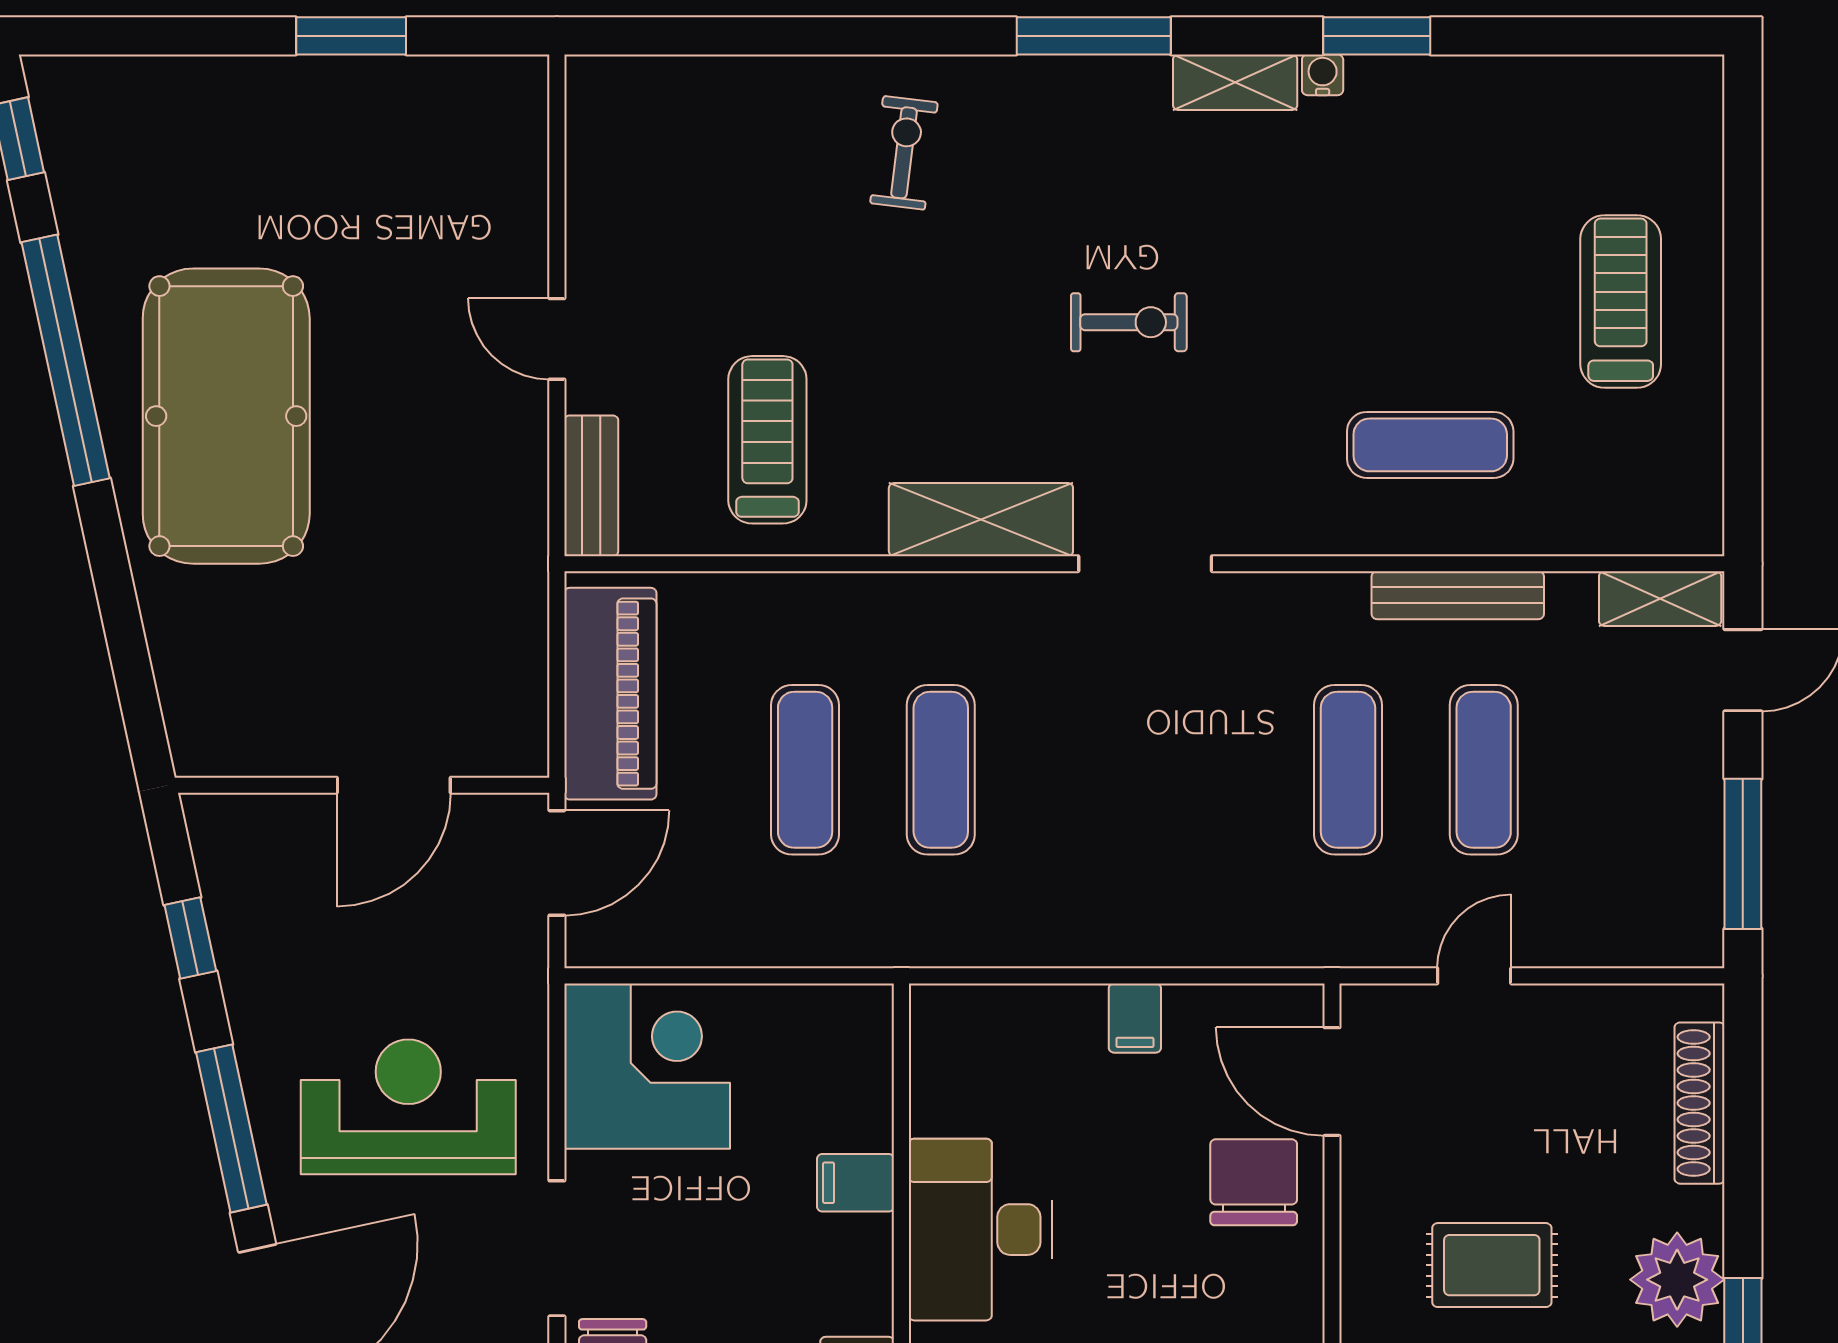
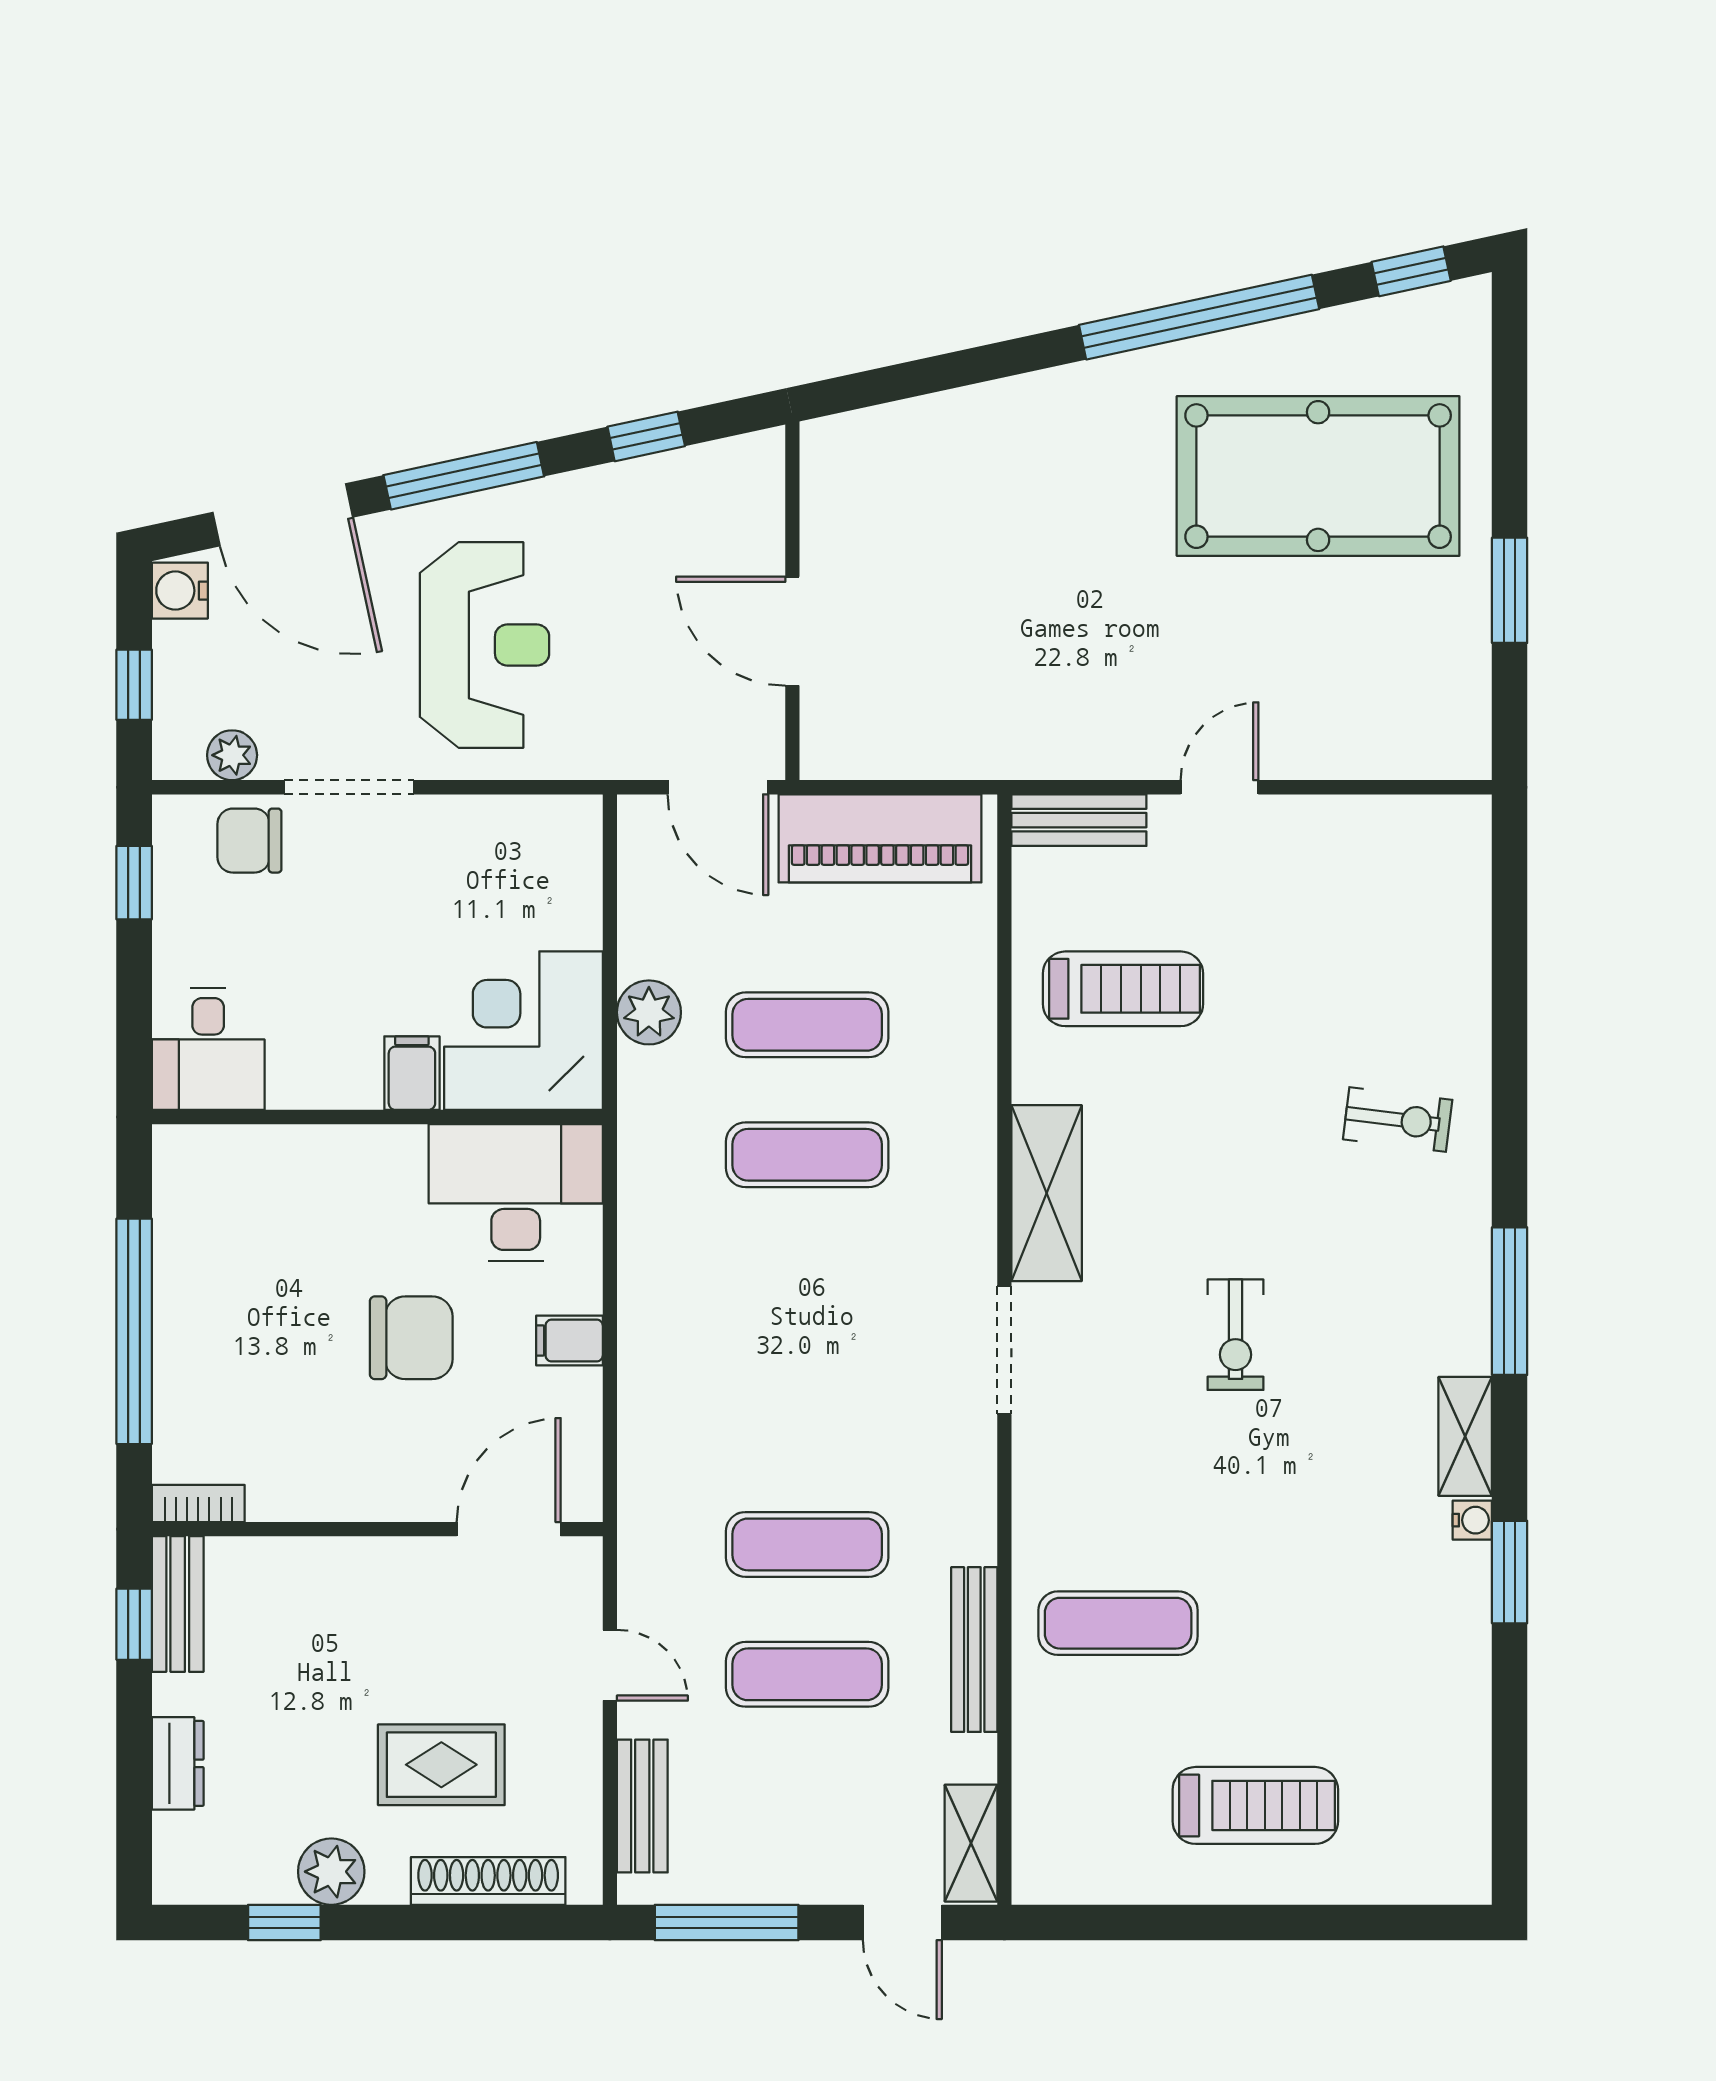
pool table: (226, 416) -> (1318, 476), moved
exercise mat: (1430, 445) -> (1118, 1623), turned 90
plant: (792, 935) -> (649, 1012), added
bench: (1621, 942) -> (642, 1806), added
corner desk: (647, 1066) -> (524, 1031), moved, turned 180
chair: (1254, 1182) -> (411, 1338), moved
desk: (980, 1230) -> (516, 1192), moved
rug: (1492, 1265) -> (441, 1765), moved, turned 90
plant: (1677, 1280) -> (331, 1872), width x0.73, depth x0.73

